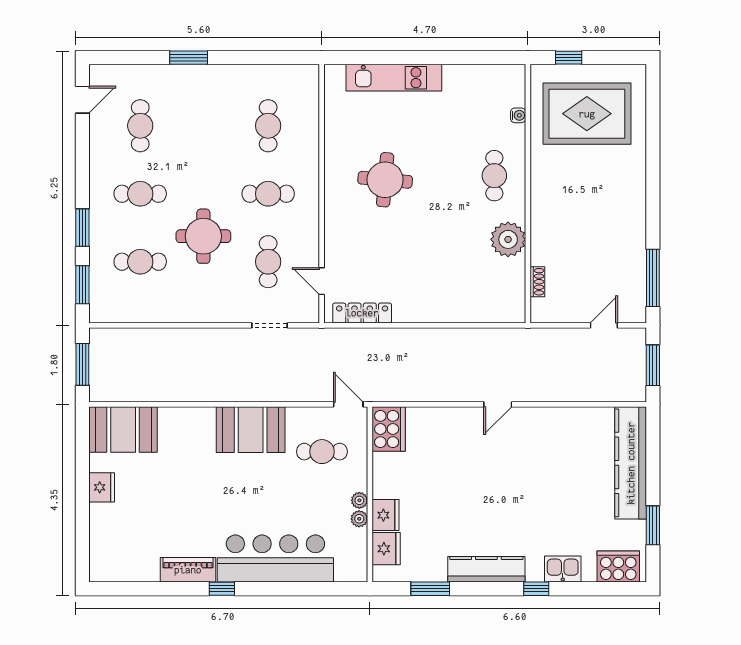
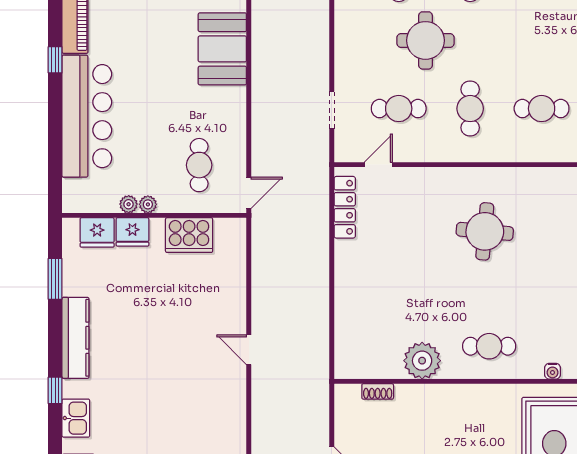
cooker: (389, 429) -> (189, 235), moved
booth: (251, 430) -> (222, 49), moved

